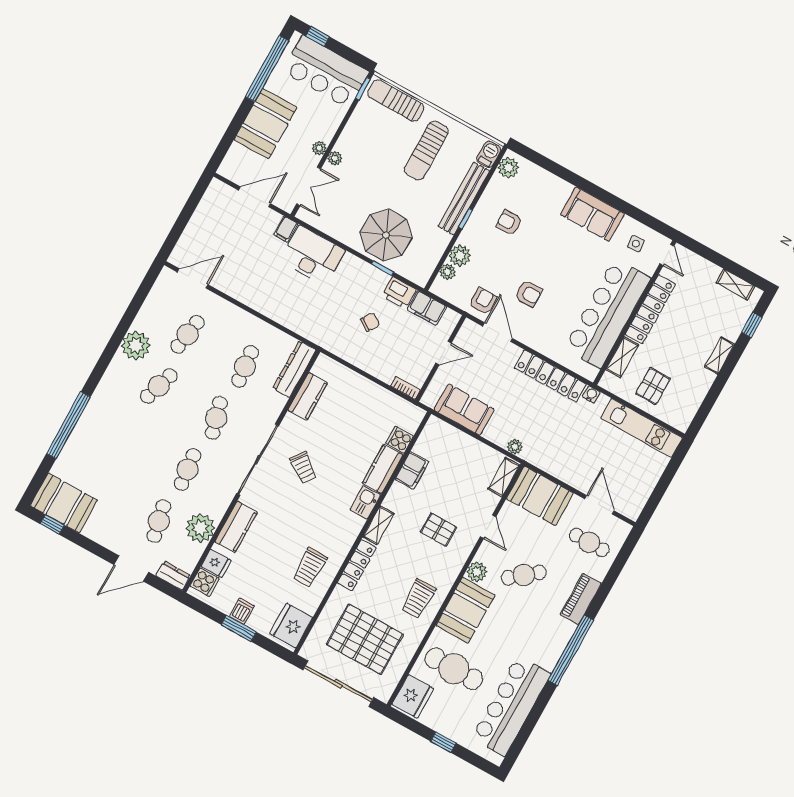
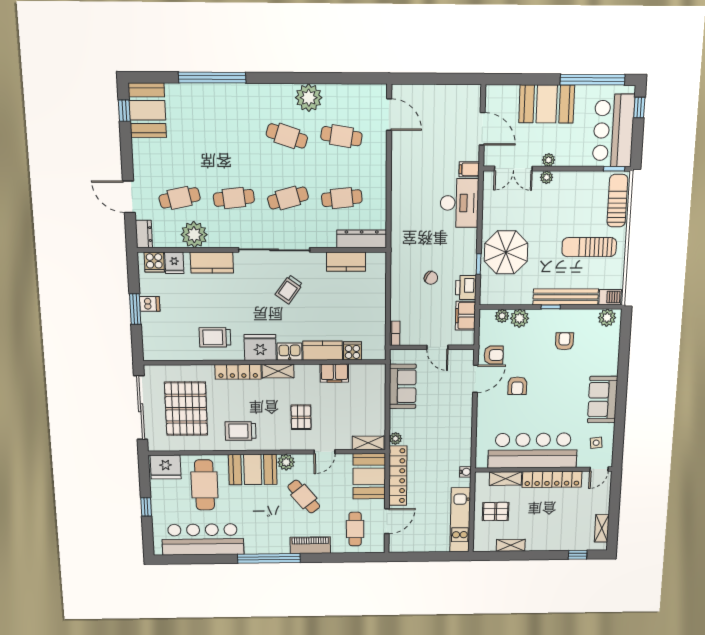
shelving: (720, 355) -> (511, 545), moved
locker: (550, 376) -> (398, 476), moved, turned 180
fridge: (291, 626) -> (260, 347), moved

